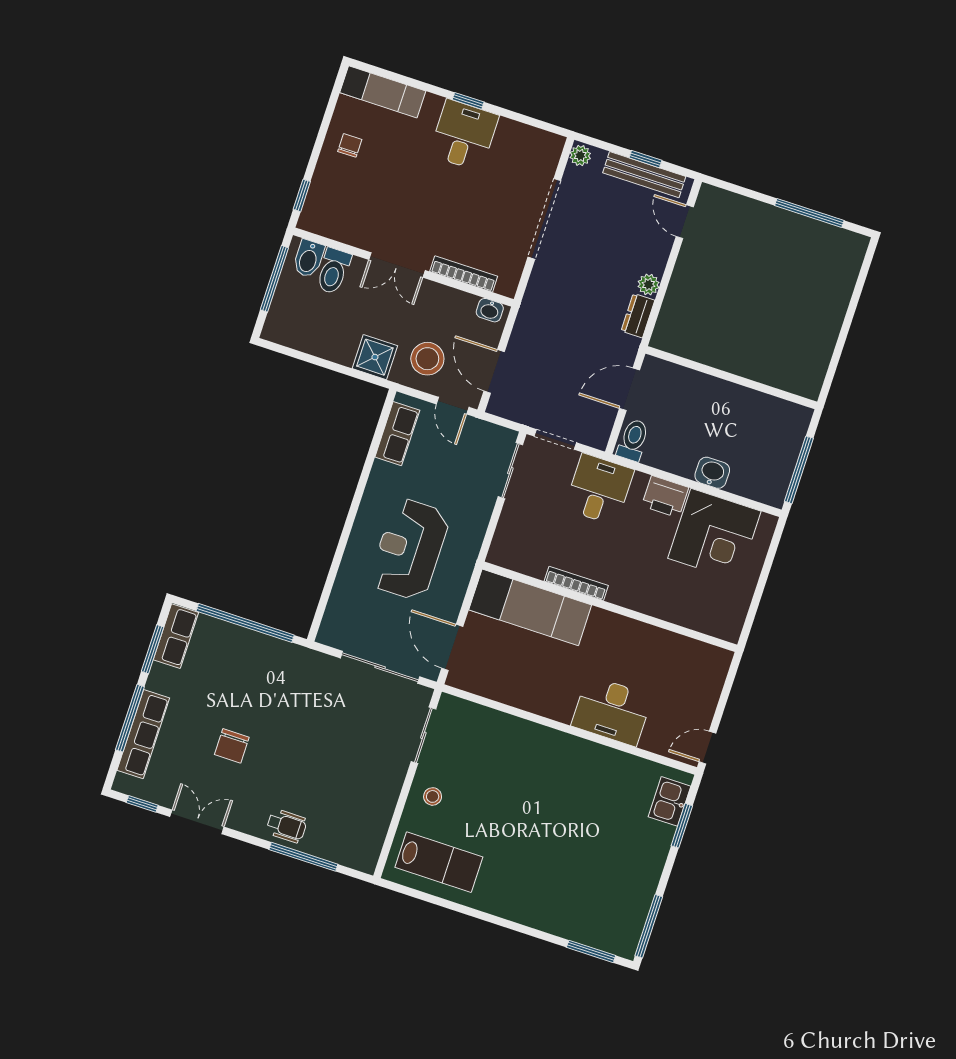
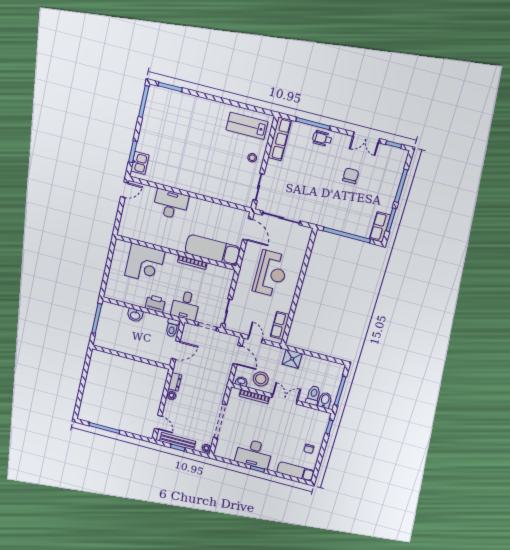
desk: (464, 135) -> (254, 454), width x1.37
stool: (427, 359) -> (261, 379), moved
corner desk: (714, 535) -> (145, 263), moved, turned 180
row of seats: (143, 734) -> (280, 139), moved, turned 180

